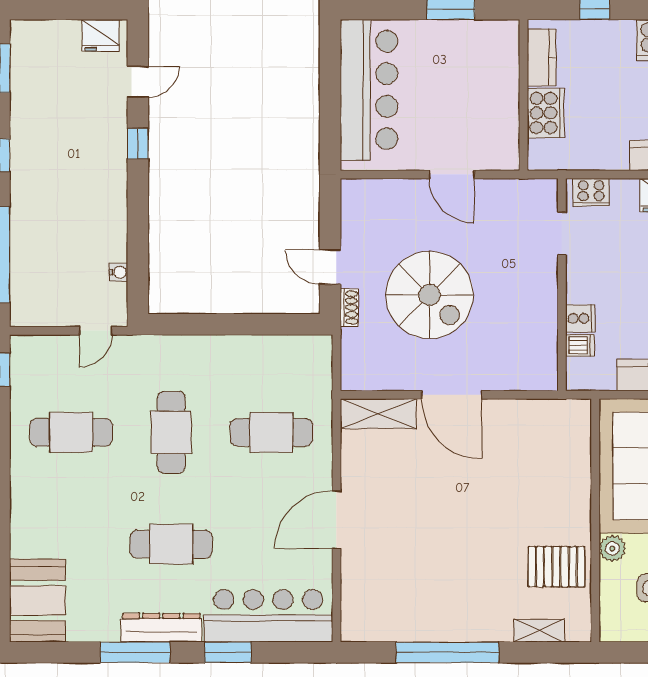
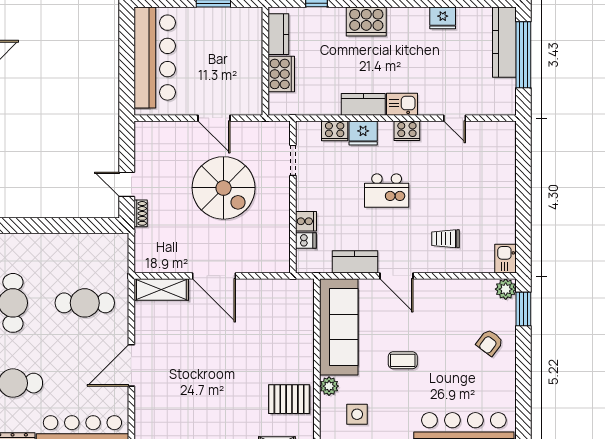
cooker: (591, 192) -> (335, 131), moved
spiral stairs: (429, 295) -> (224, 188), moved

